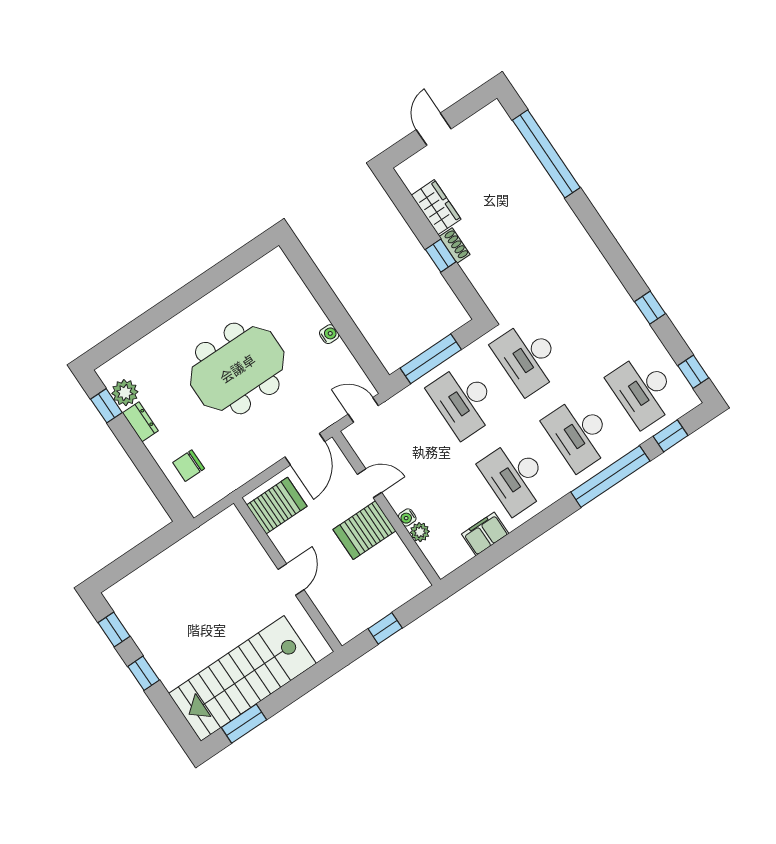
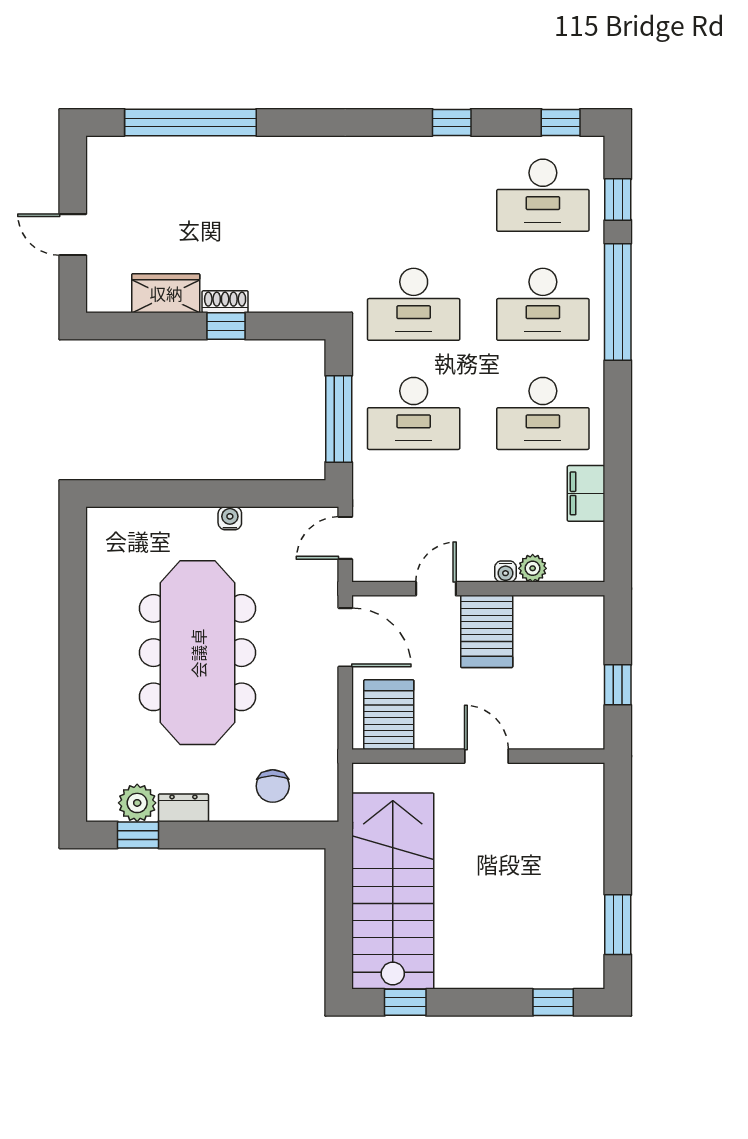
meeting table: (237, 368) -> (198, 653), width x1.36
window: (144, 673) -> (553, 1002), moved
stairs: (242, 678) -> (393, 891), moved, turned 180

